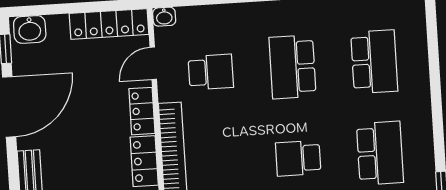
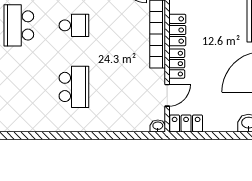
locker: (109, 24) -> (186, 123), width x0.66
school desk: (374, 62) -> (19, 87), removed
school desk: (211, 72) -> (129, 87), removed

